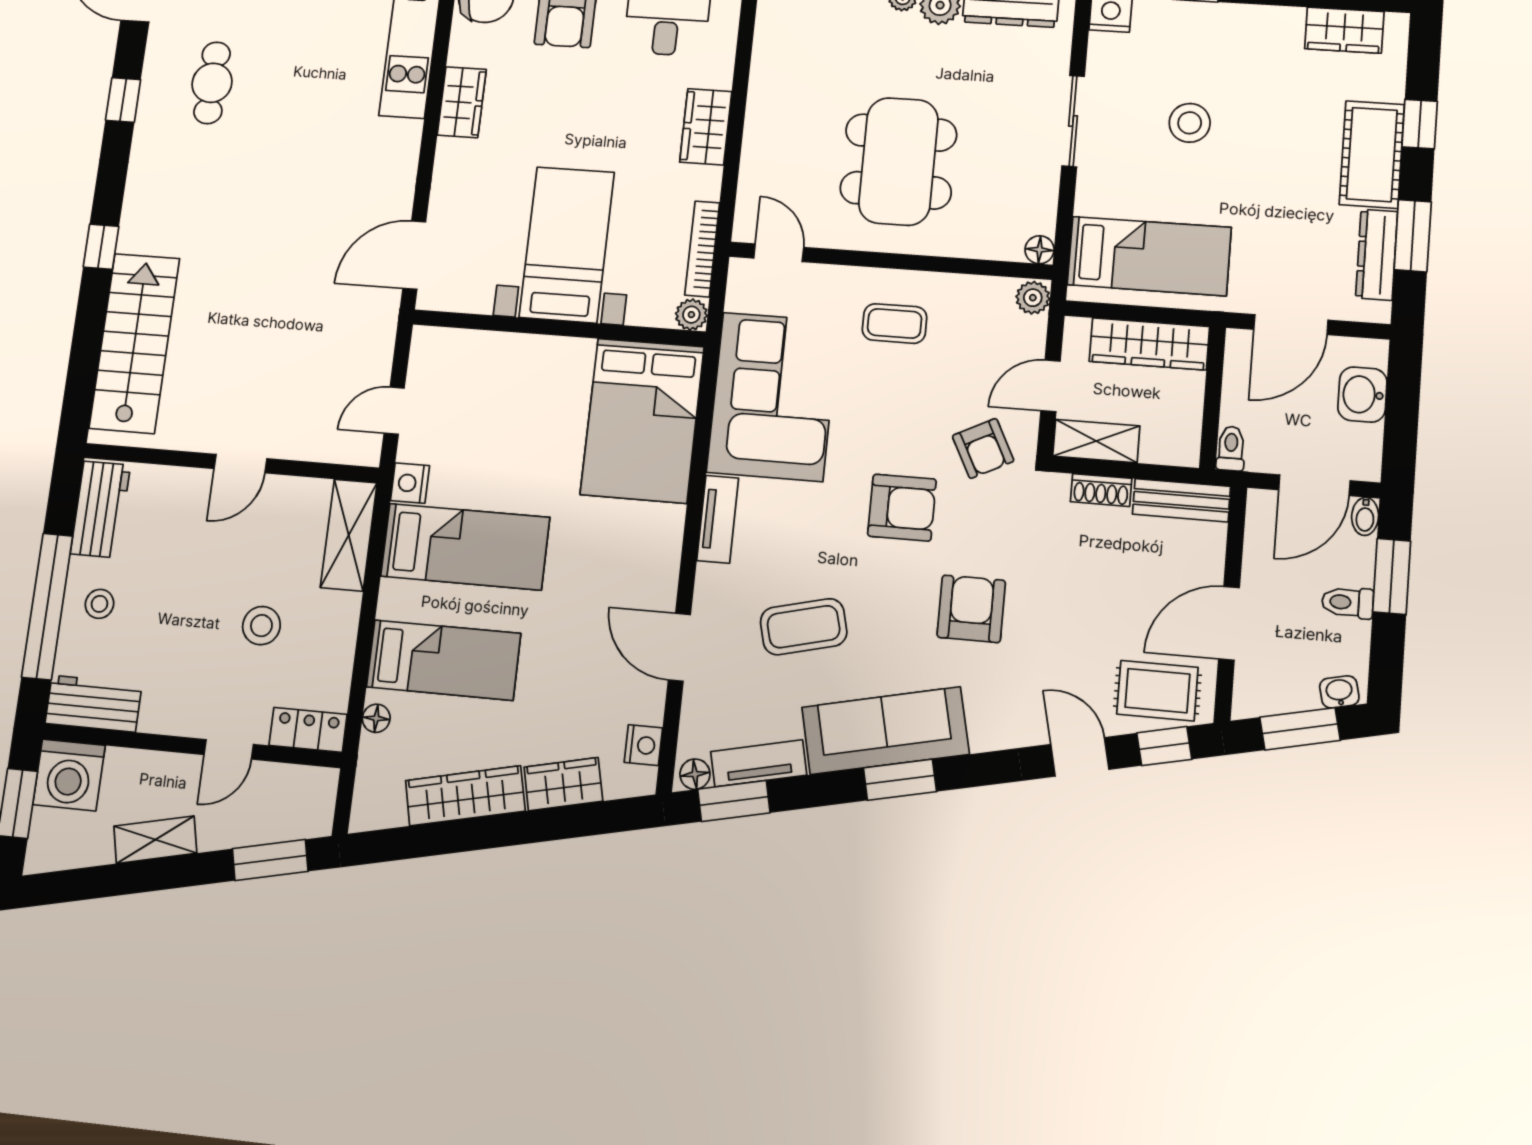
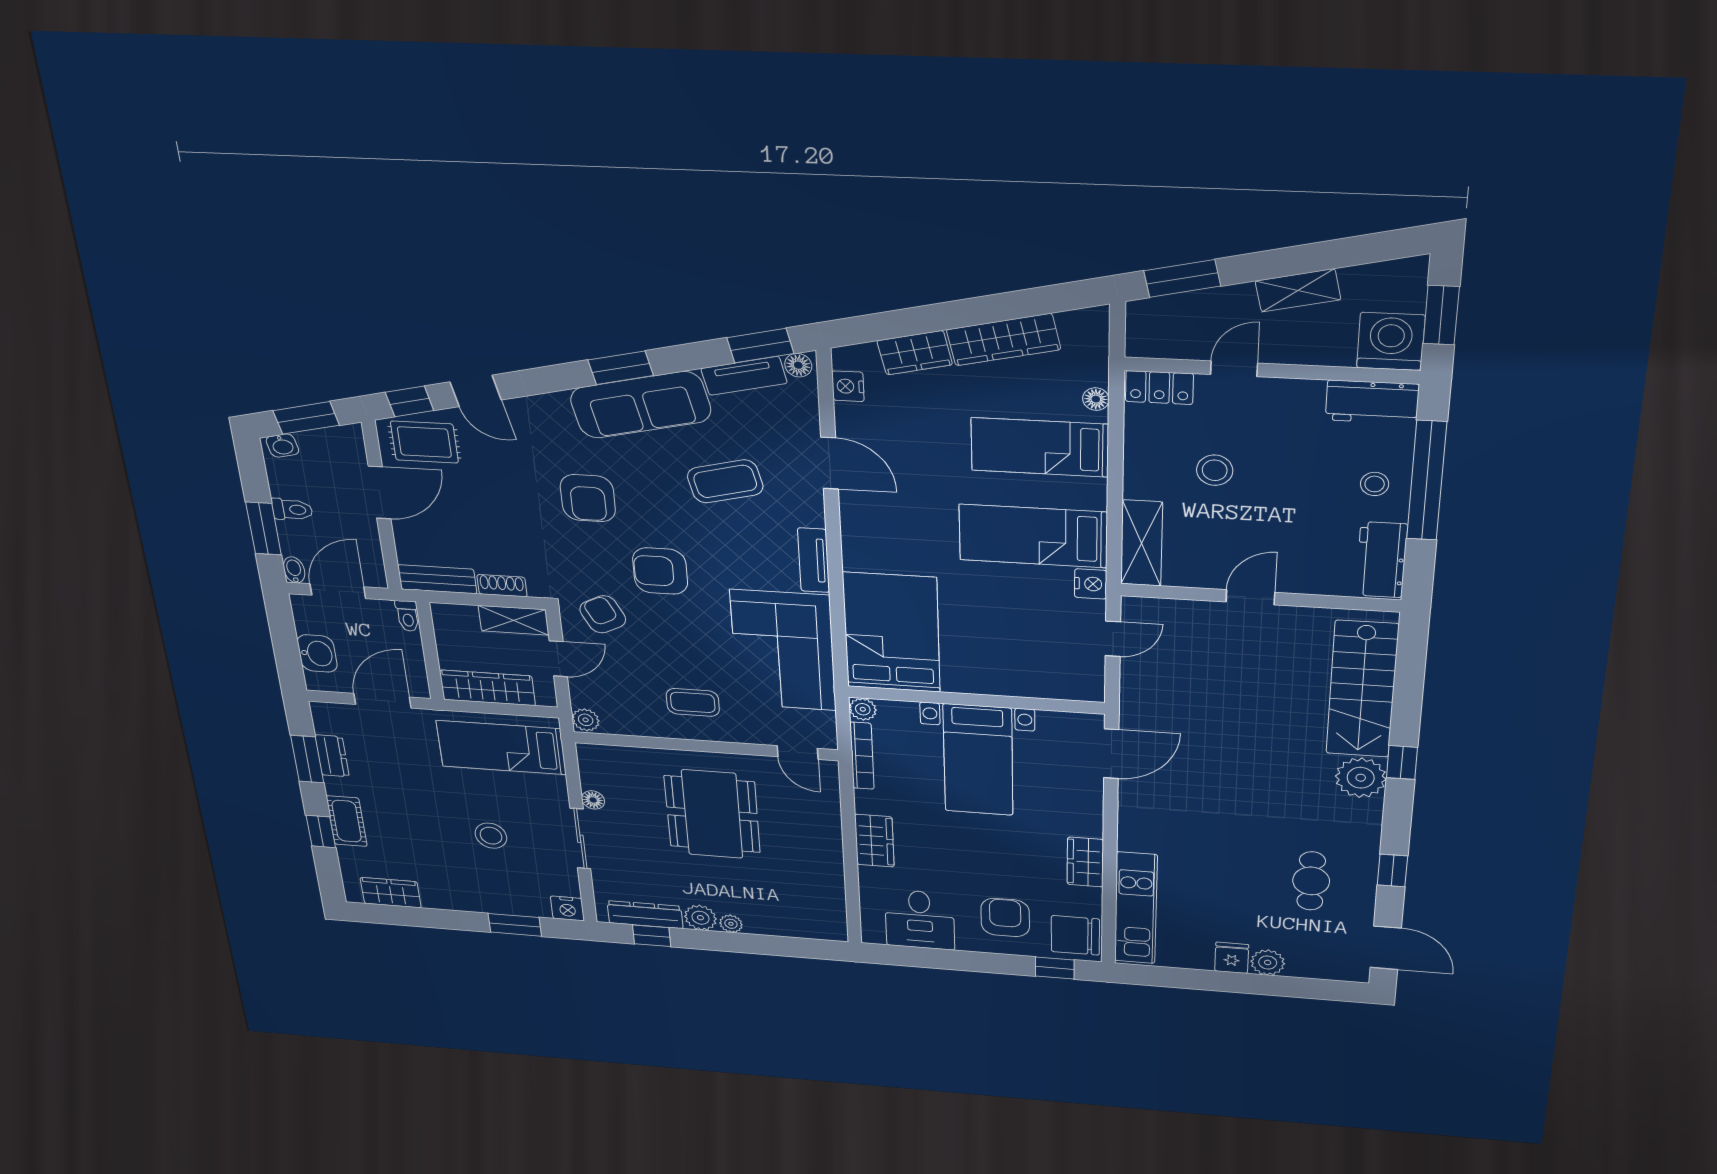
cot: (1372, 155) -> (347, 821), width x0.73, depth x0.75
plant: (146, 226) -> (1361, 778), added
floor lamp: (1040, 250) -> (593, 800), moved
dresser: (1377, 255) -> (332, 756), width x0.70

